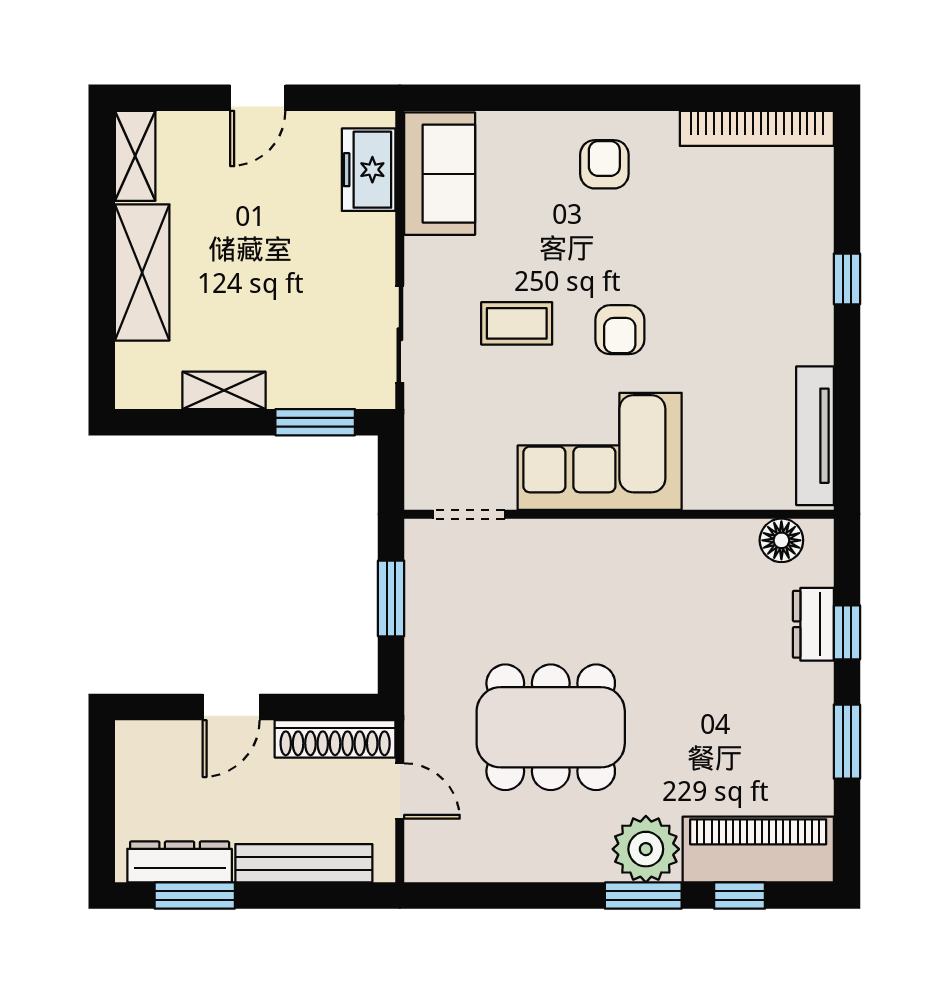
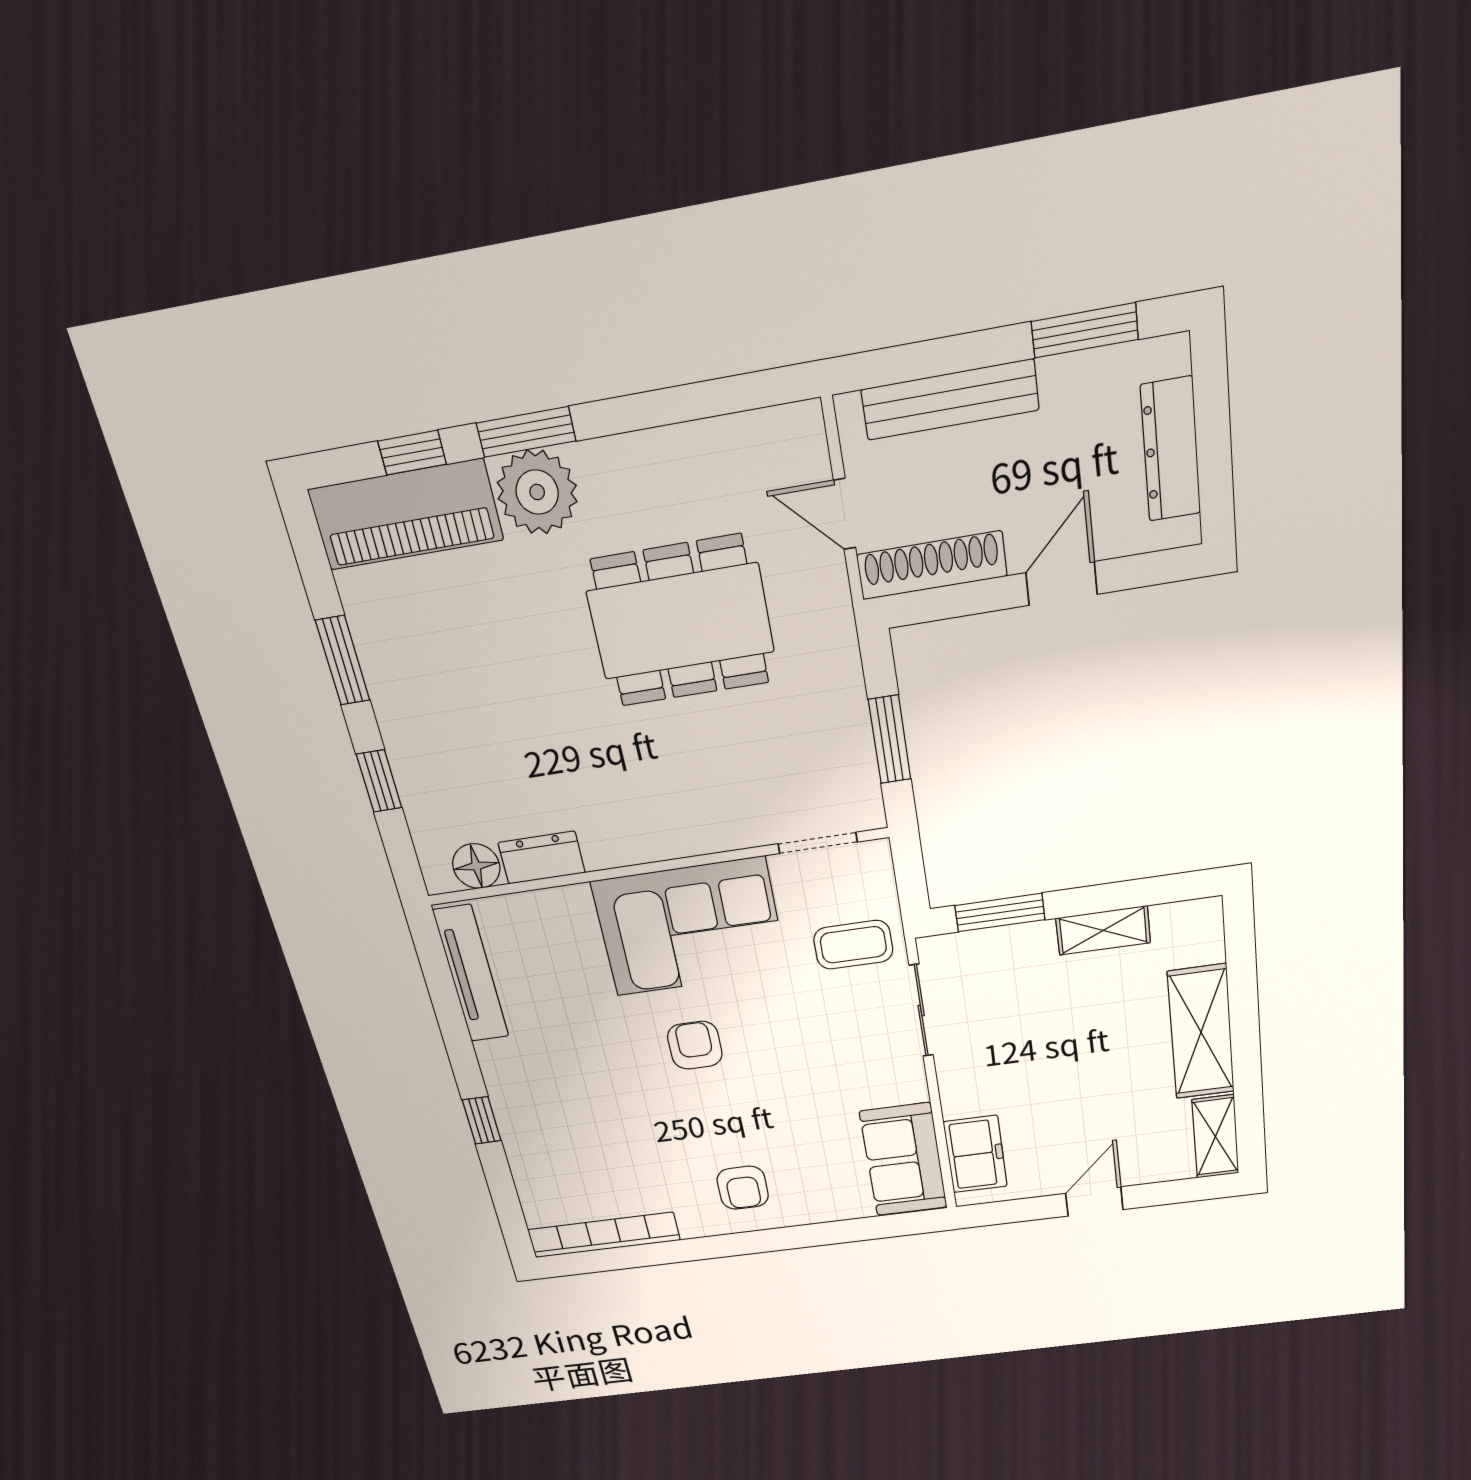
coffee table: (517, 323) -> (853, 945), moved
dresser: (813, 624) -> (542, 858), moved, turned -90
dresser: (180, 862) -> (1171, 449), moved, turned 90

